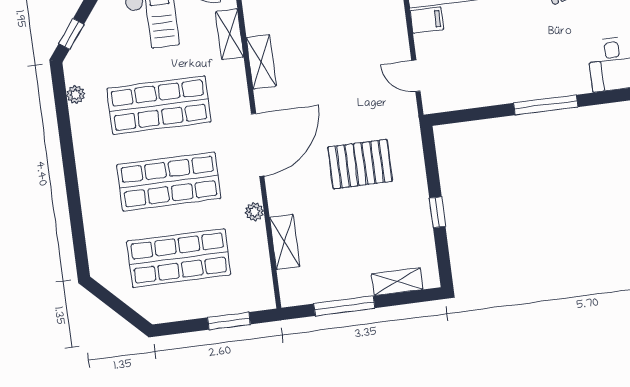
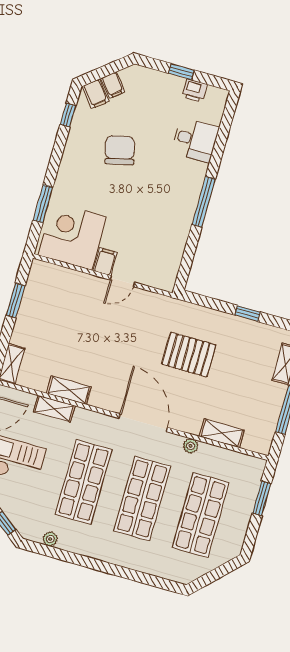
shelving: (261, 62) -> (69, 390), moved
door: (416, 76) -> (123, 281), moved
pallet: (360, 164) -> (189, 355), turned 90

